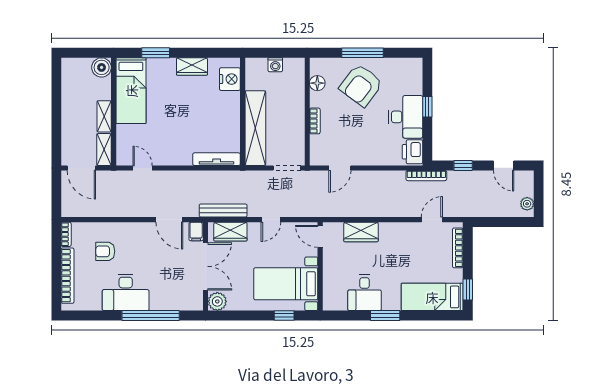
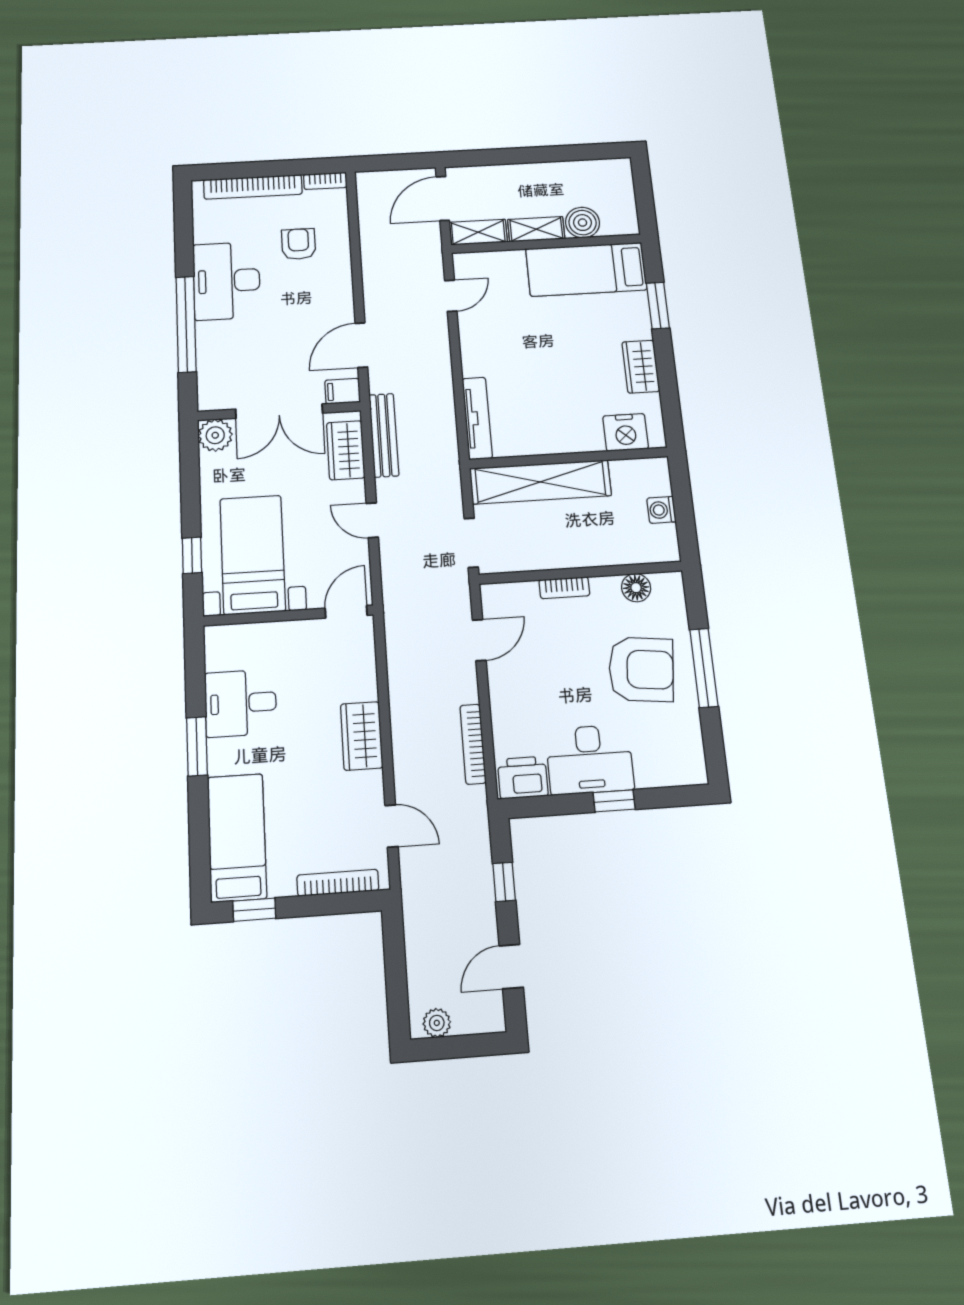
boiler: (102, 67) -> (583, 223), moved
armchair: (361, 85) -> (641, 669), turned 149
door: (340, 168) -> (479, 640), swing flipped
bookcase: (426, 176) -> (473, 744), moved
wardrobe: (361, 232) -> (362, 736), moved

